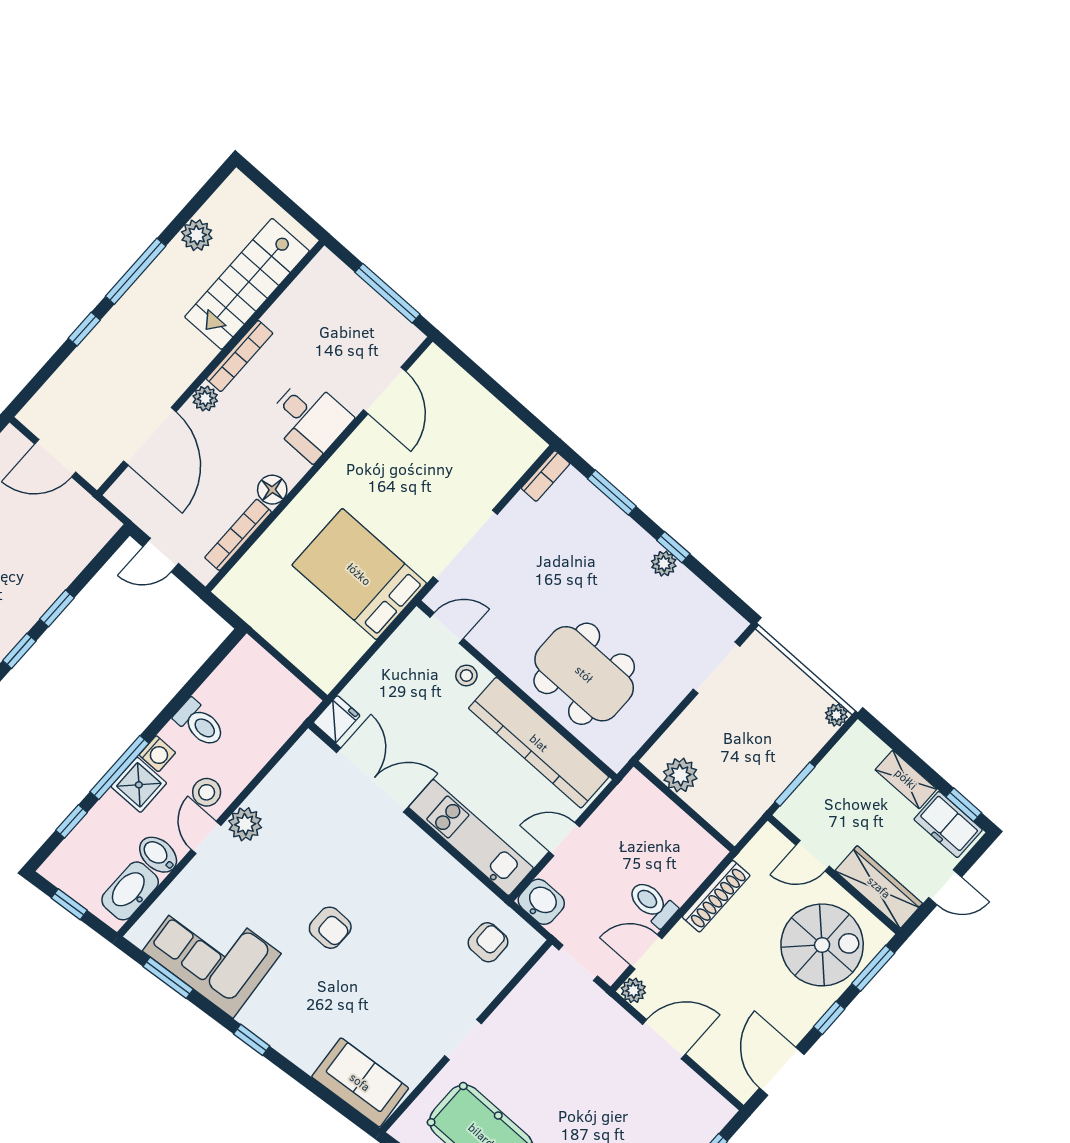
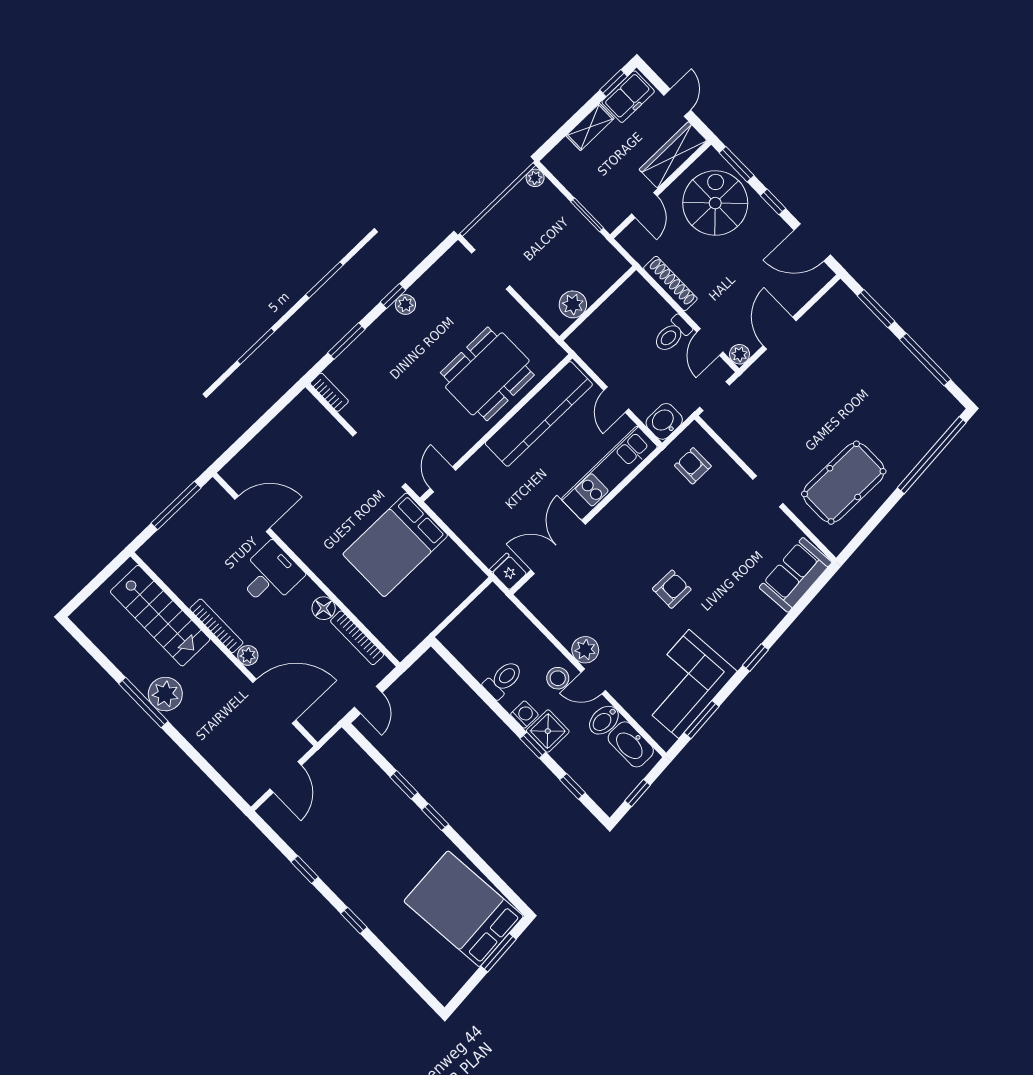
plant: (197, 235) -> (165, 694), moved, width x1.36, depth x1.36
window: (84, 329) -> (186, 746), removed
stool: (466, 675) -> (482, 467), removed
window: (119, 767) -> (533, 745), width x0.46

